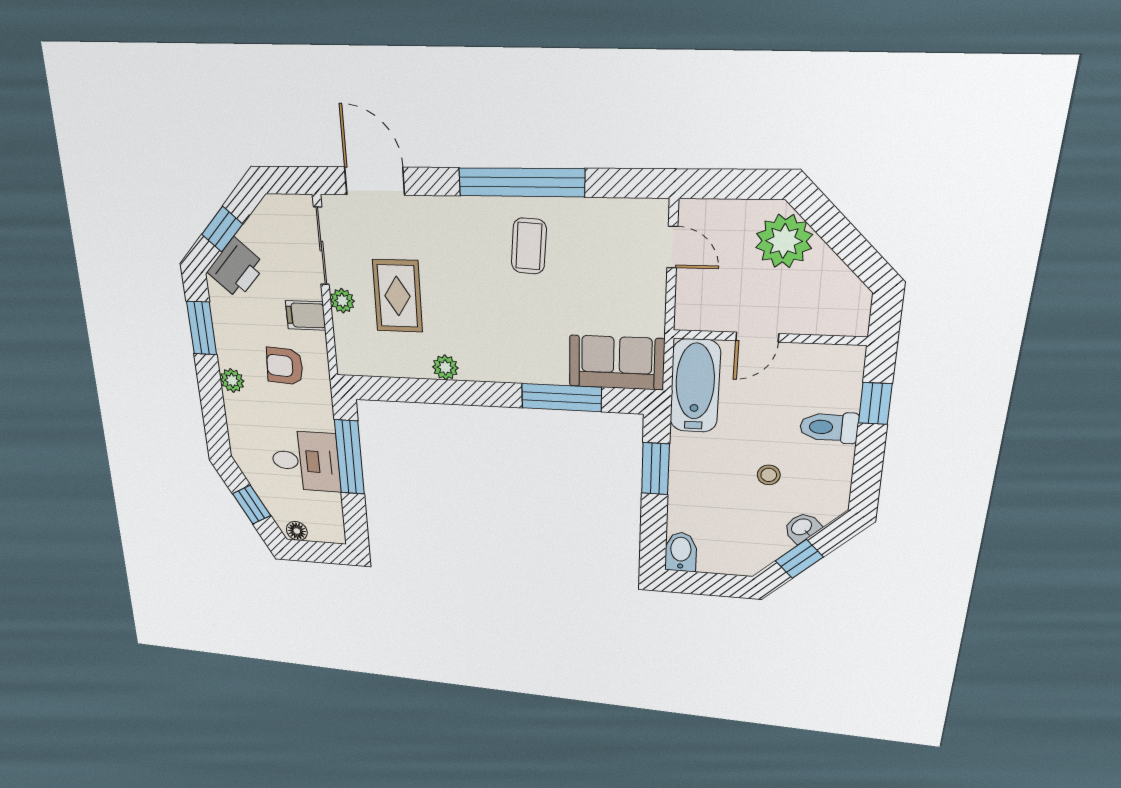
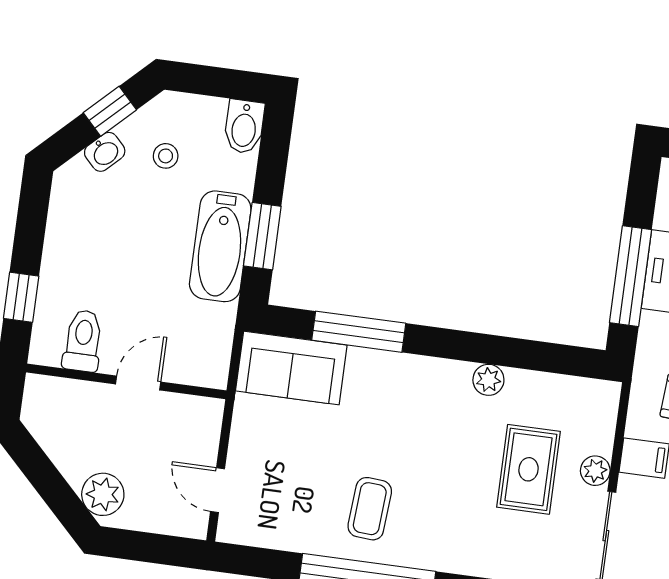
plant: (784, 241) -> (103, 494), width x0.73, depth x0.73
bathtub: (695, 386) -> (220, 246), moved
toilet: (829, 427) -> (83, 341), moved, turned -90
stool: (769, 475) -> (166, 156), moved

